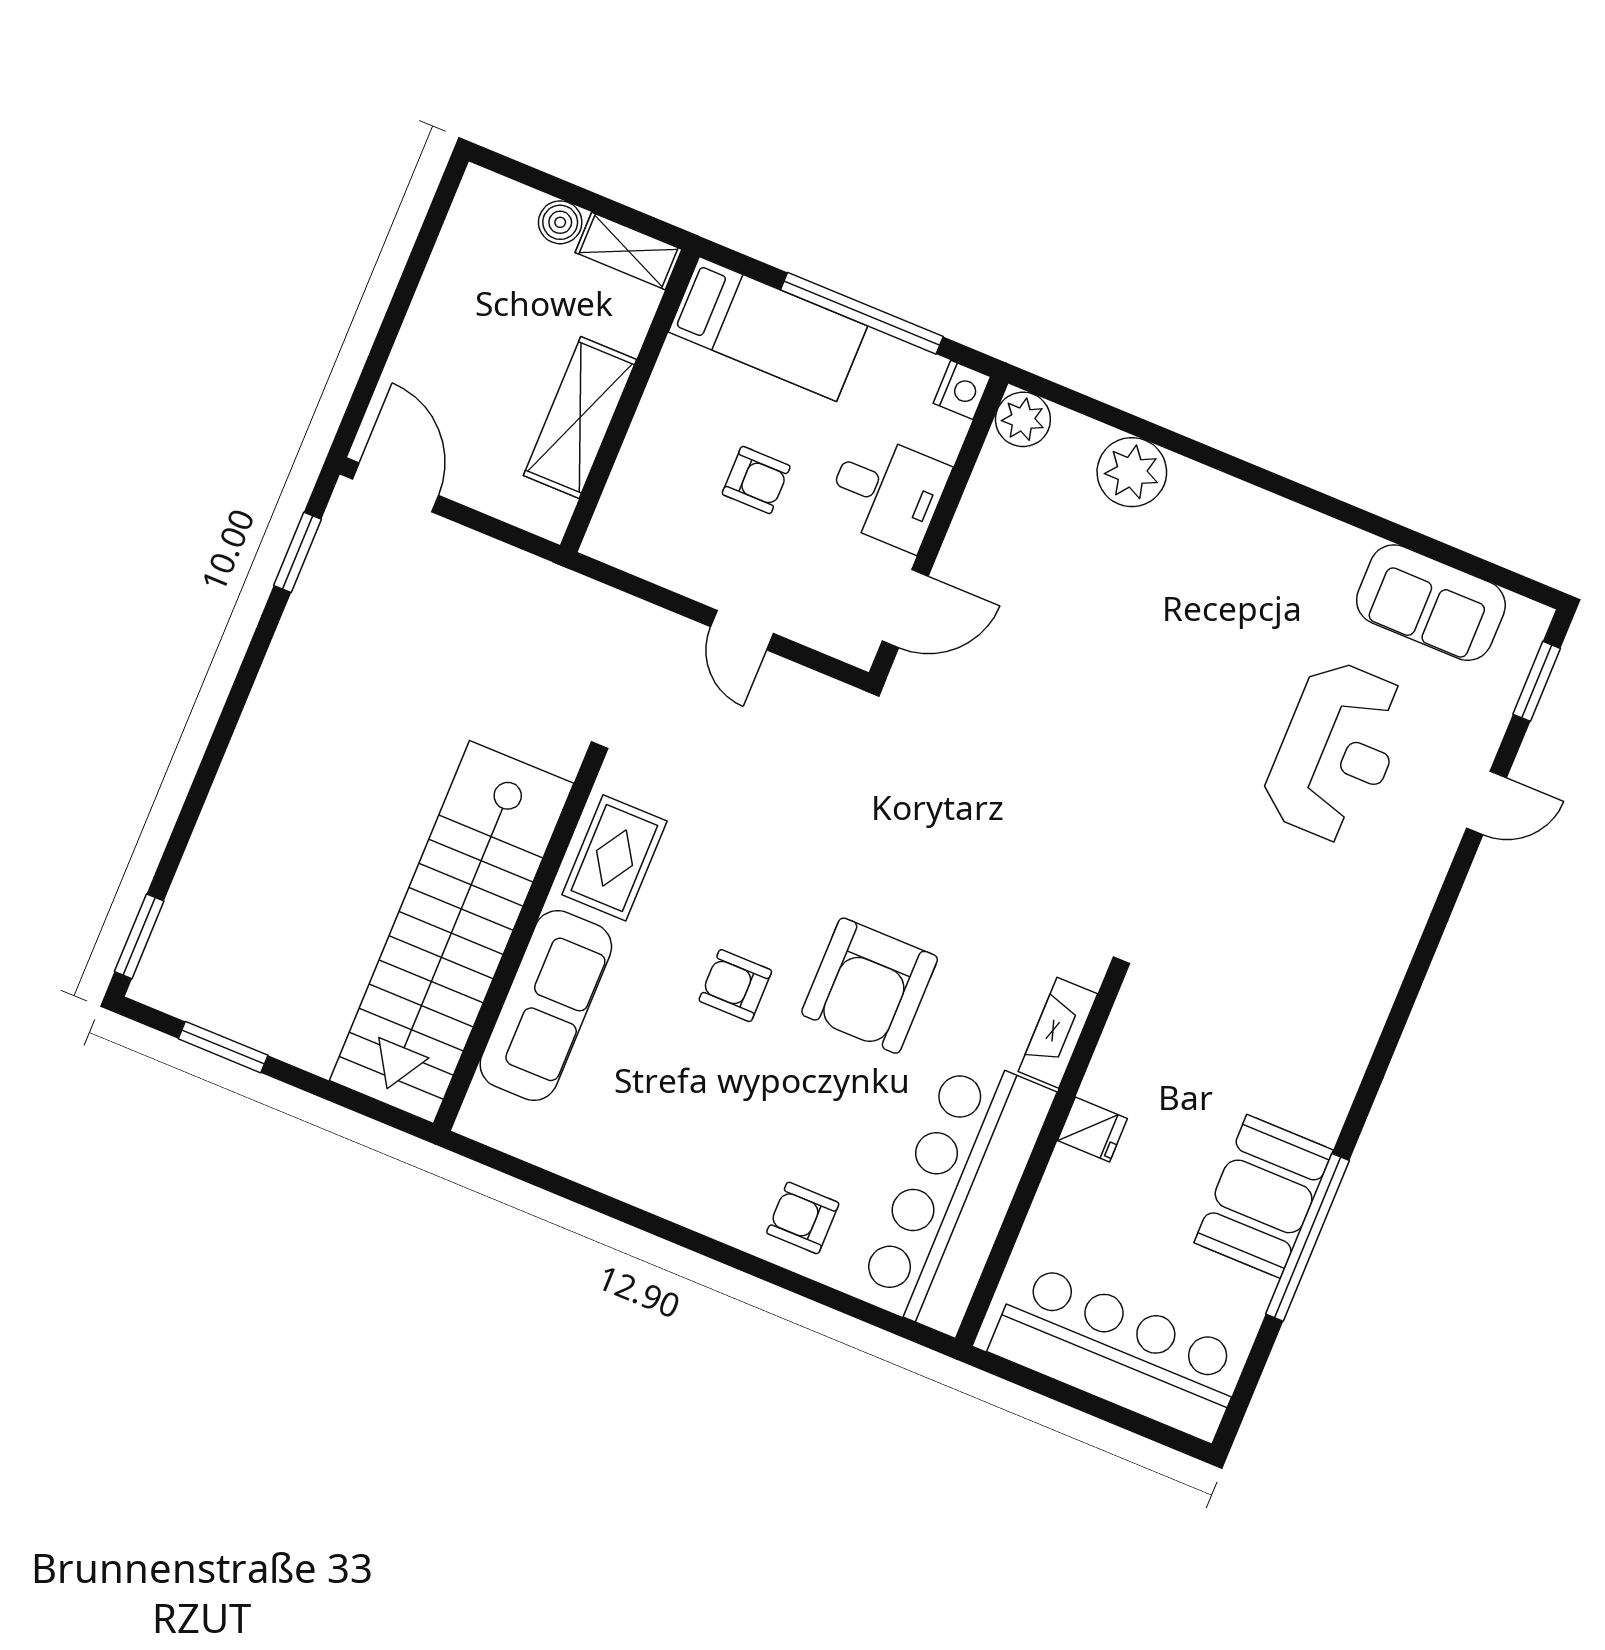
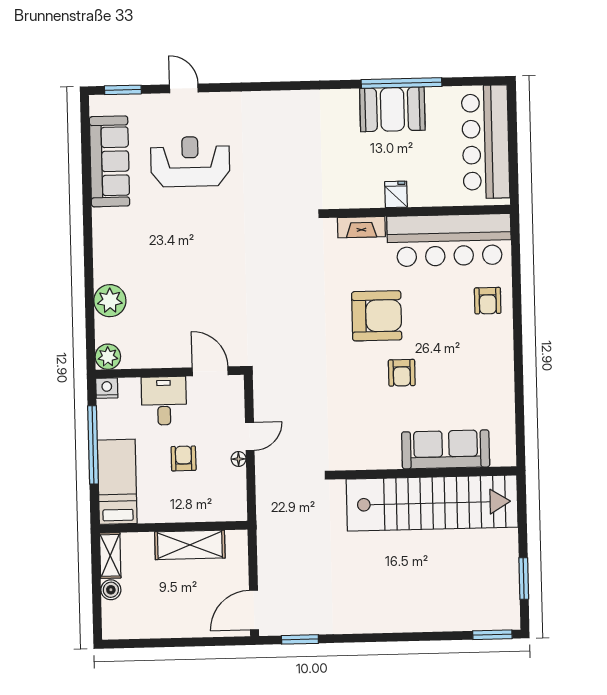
floor lamp: (707, 588) -> (239, 459), added
sofa: (1431, 603) -> (110, 161), width x1.36
rug: (614, 858) -> (370, 448), removed

